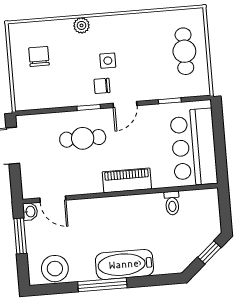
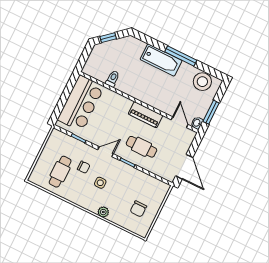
cafe table: (184, 51) -> (60, 172), moved
chair: (102, 86) -> (84, 167), moved
piano: (127, 180) -> (145, 115), moved

